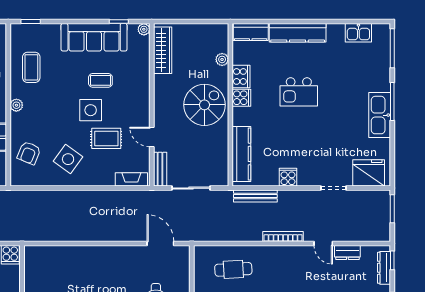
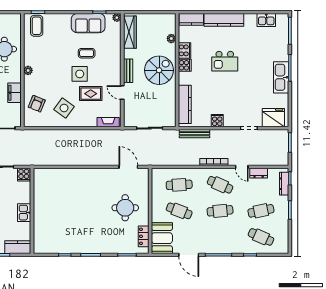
sofa: (94, 37) -> (88, 23), width x0.73
coffee table: (31, 67) -> (37, 26), moved
bench: (160, 169) -> (128, 71), moved
cafe table: (292, 269) -> (220, 185), added

